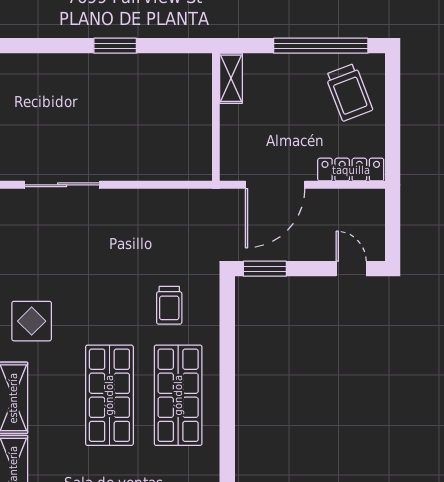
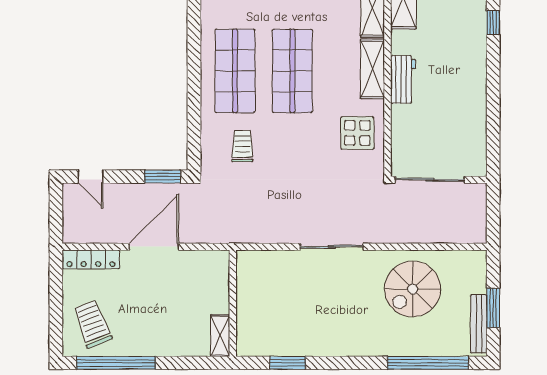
shelving: (231, 78) -> (220, 336), moved
wall: (216, 117) -> (233, 303), moved

